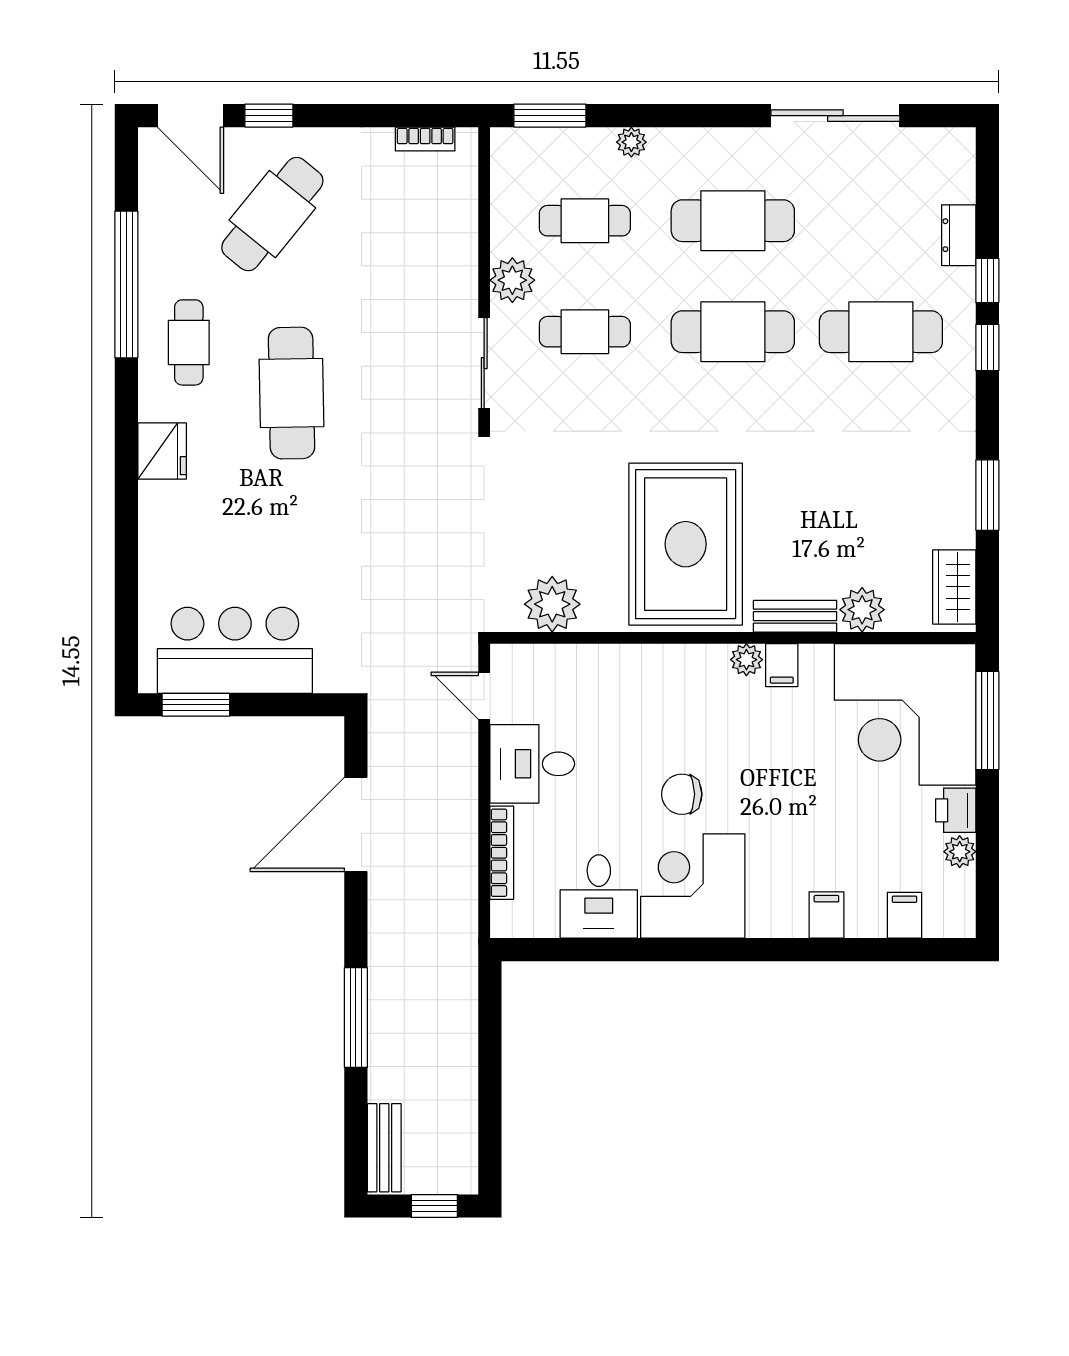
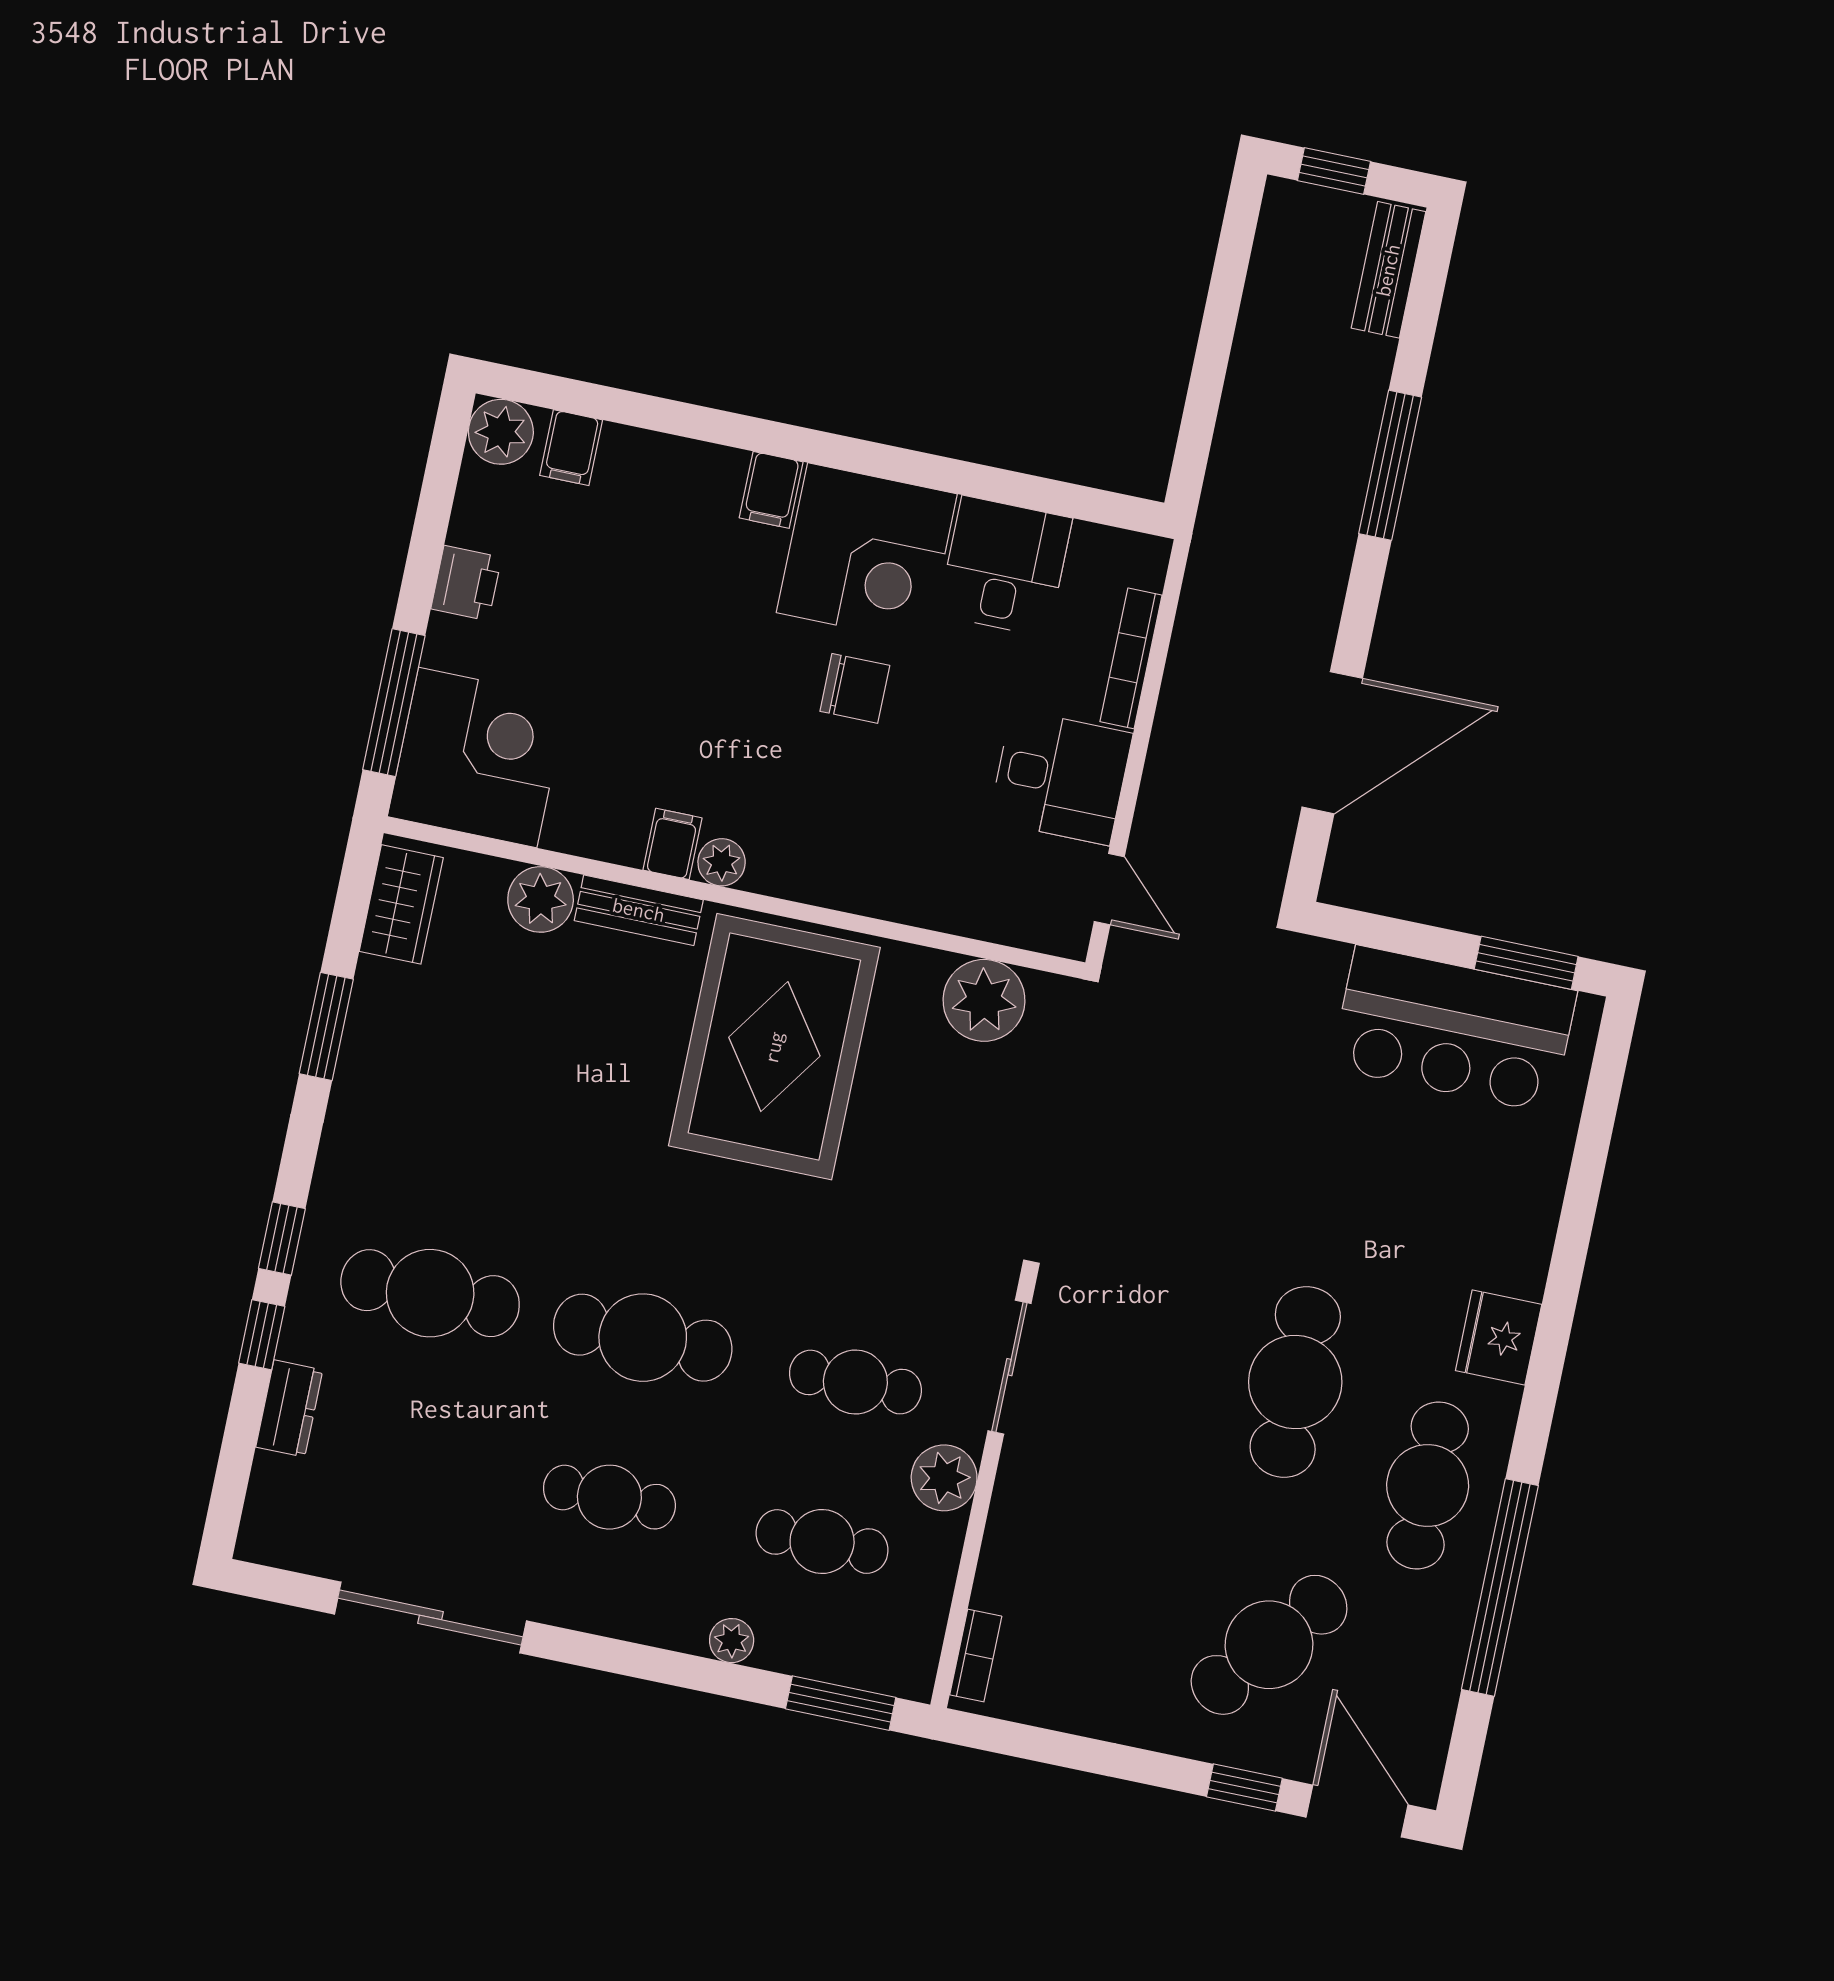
bookcase: (425, 139) -> (976, 1656), moved, turned 90
cafe table: (733, 221) -> (609, 1497), width x0.73, depth x0.74
cafe table: (189, 342) -> (1428, 1485), width x1.37, depth x1.35
corner desk: (905, 714) -> (478, 758), width x0.74, depth x0.74
plant: (960, 852) -> (501, 432), moved, width x1.38, depth x1.38
filing cabinet: (826, 915) -> (771, 490), moved

